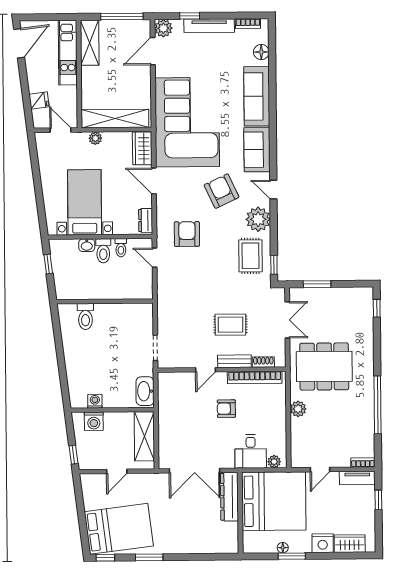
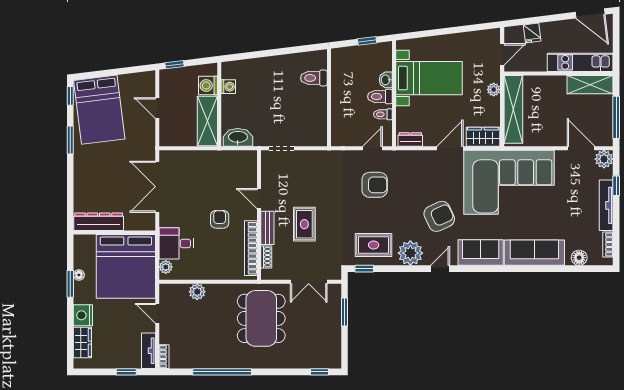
armchair: (187, 234) -> (375, 185), moved
plant: (298, 409) -> (197, 292), moved
shelving: (144, 436) -> (207, 121), moved, turned 90
dresser: (229, 497) -> (99, 222), moved

